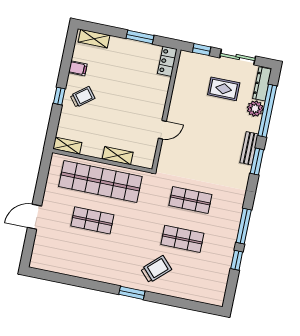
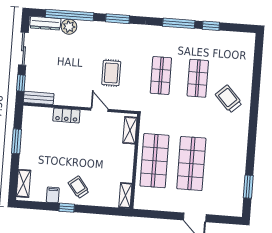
locker: (167, 61) -> (66, 116), moved
rug: (224, 89) -> (111, 73), moved
window: (59, 96) -> (67, 208), moved
bench: (249, 148) -> (39, 98), moved
shelving: (118, 156) -> (130, 130), moved
shop shelf: (100, 182) -> (154, 161), width x0.71
shop shelf: (92, 220) -> (191, 163), width x1.43, depth x1.36
window: (132, 293) -> (248, 187), moved

